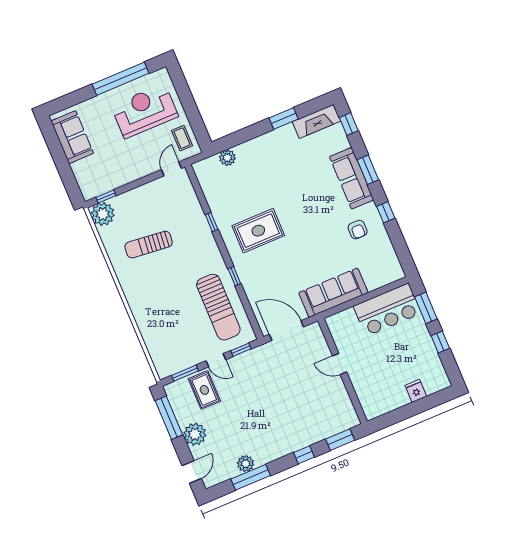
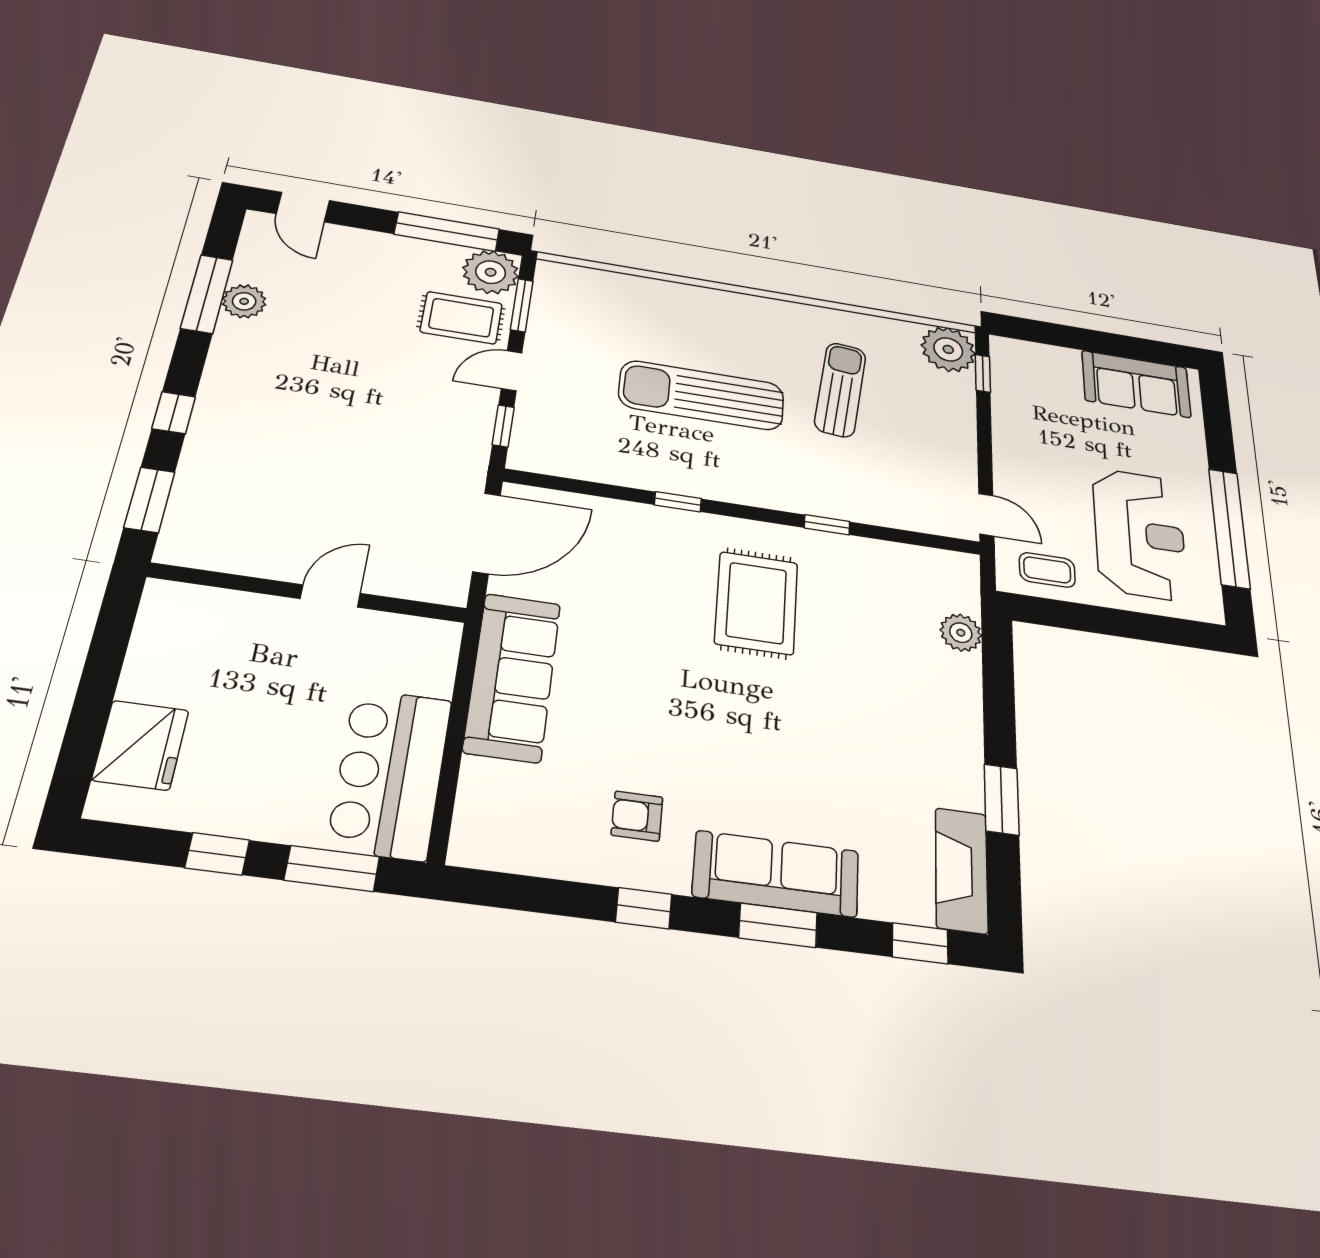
sun lounger: (218, 307) -> (702, 395), moved
fridge: (416, 391) -> (141, 745), width x1.88, depth x1.34
plant: (195, 434) -> (491, 272), moved

